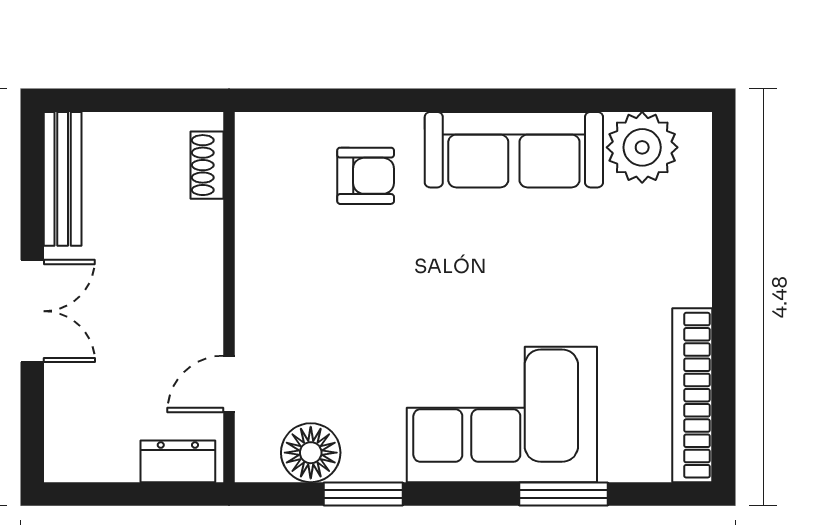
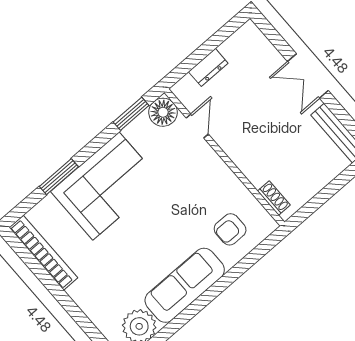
shoe rack: (207, 165) -> (274, 198), moved
wall: (229, 297) -> (224, 157), moved
door: (229, 384) -> (197, 126), moved

